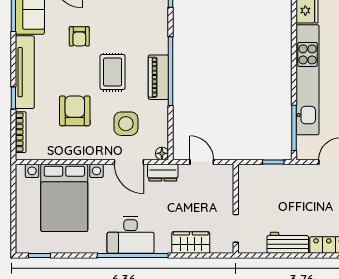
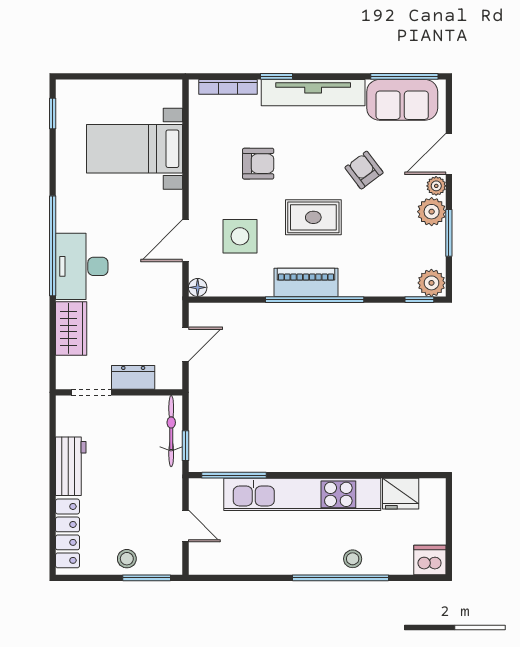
armchair: (79, 36) -> (364, 170), turned 53
armchair: (75, 111) -> (258, 164), width x0.72, depth x0.72
bicycle: (263, 172) -> (171, 431), added
dresser: (163, 173) -> (133, 377), moved, turned 90
bed with nightstands: (64, 198) -> (135, 149), width x0.73
desk: (131, 235) -> (82, 266), moved

